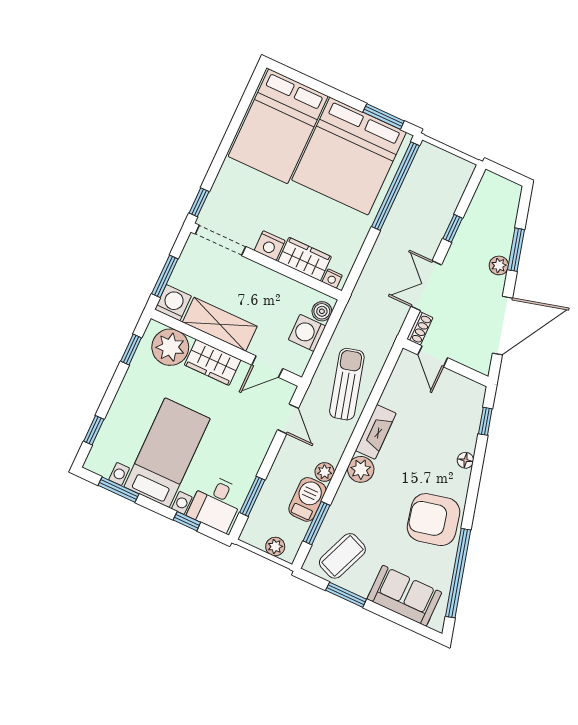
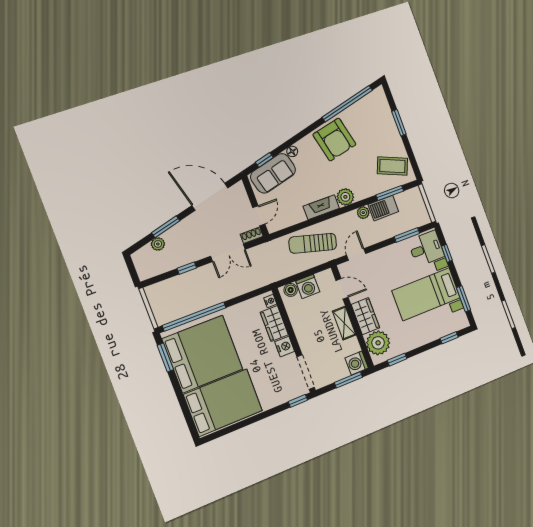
plant: (499, 265) -> (158, 244), moved
shelving: (220, 324) -> (344, 323), width x0.67, depth x0.75
sun lounger: (347, 384) -> (313, 243), turned 30
plant: (275, 547) -> (419, 201), removed
window: (346, 595) -> (399, 123), moved
sofa: (404, 596) -> (273, 173), moved, turned -105

